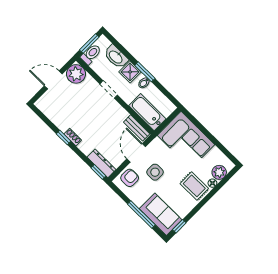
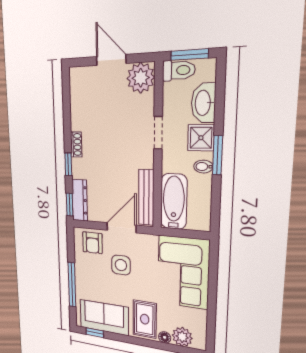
bench: (137, 128) -> (146, 197), width x1.36
window: (64, 138) -> (68, 164), moved
armchair: (130, 178) -> (92, 243), turned 90
sofa: (161, 214) -> (104, 317), moved, turned -90

